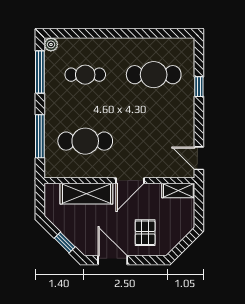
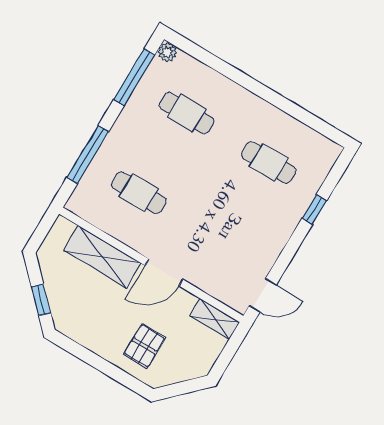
cafe table: (154, 75) -> (269, 162), width x0.73, depth x0.74
cafe table: (85, 141) -> (139, 193), width x0.73, depth x0.74
door: (199, 158) -> (263, 295), swing flipped
door: (113, 260) -> (86, 355), removed

